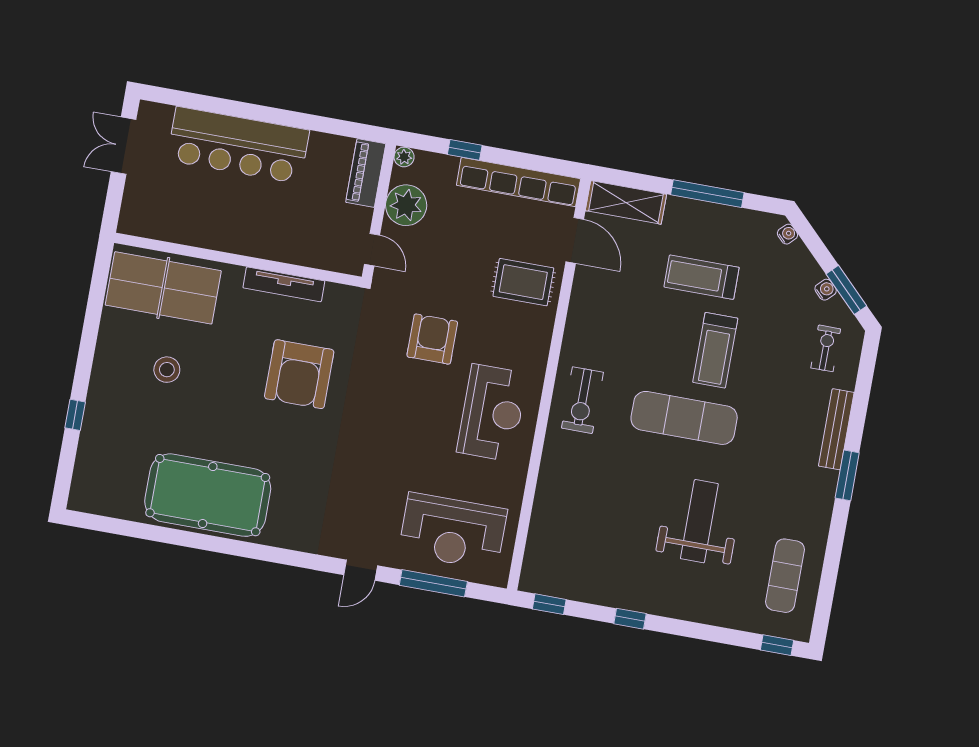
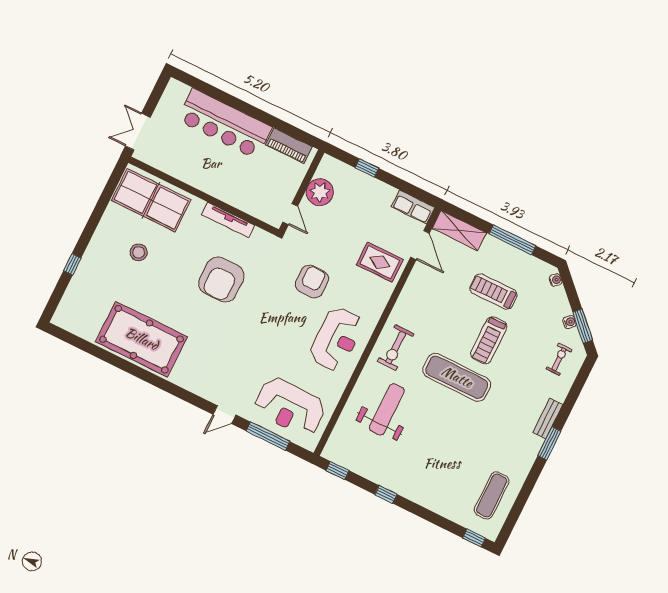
double door: (124, 146) -> (138, 132), moved
plant: (404, 157) -> (327, 161), removed
piano: (366, 173) -> (289, 146), moved, turned -90
row of seats: (518, 182) -> (413, 207), width x0.50
bench: (836, 429) -> (548, 419), width x0.73
weight bench: (699, 521) -> (387, 409), moved

